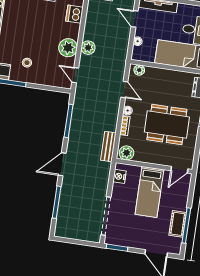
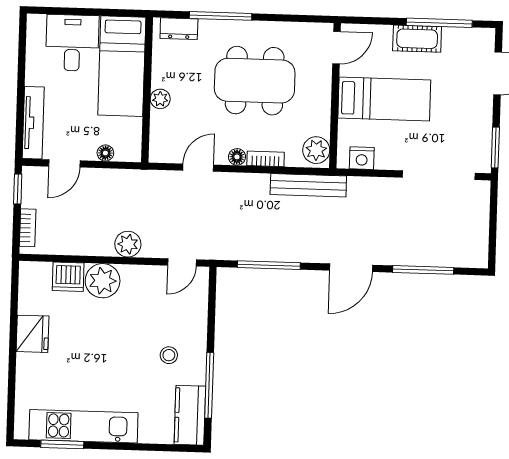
plant: (68, 48) -> (103, 281), moved
plant: (139, 70) -> (160, 99), moved
dining table: (167, 125) -> (255, 81), turned 90
bench: (108, 147) -> (308, 185), width x1.36
door: (62, 164) -> (351, 268), hinge flipped
door: (179, 170) -> (337, 48), hinge flipped
cot: (178, 224) -> (417, 39), moved

